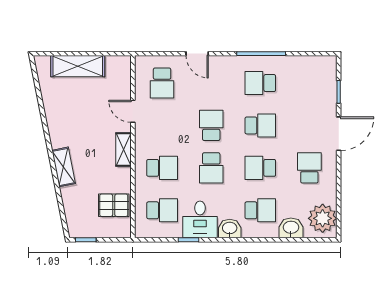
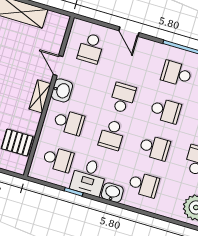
school desk: (260, 168) -> (155, 148), turned 180
washbasin: (291, 228) -> (62, 90), moved, turned 90

